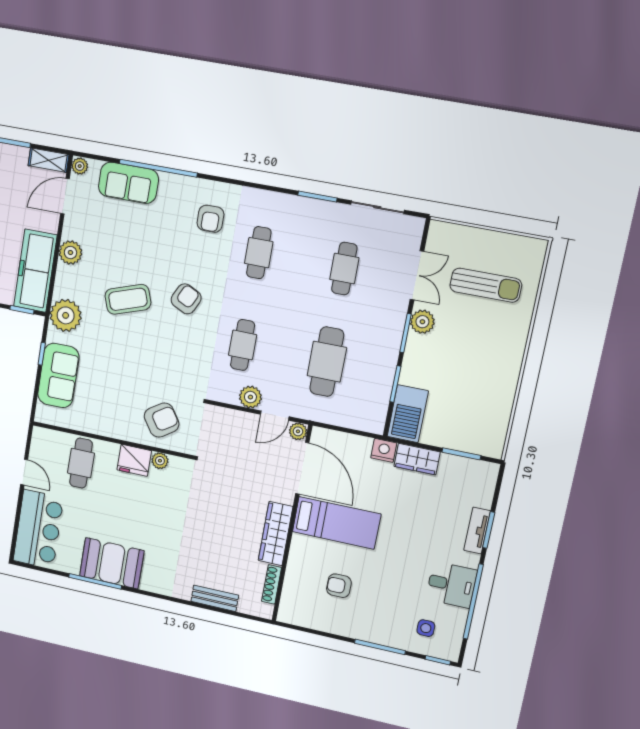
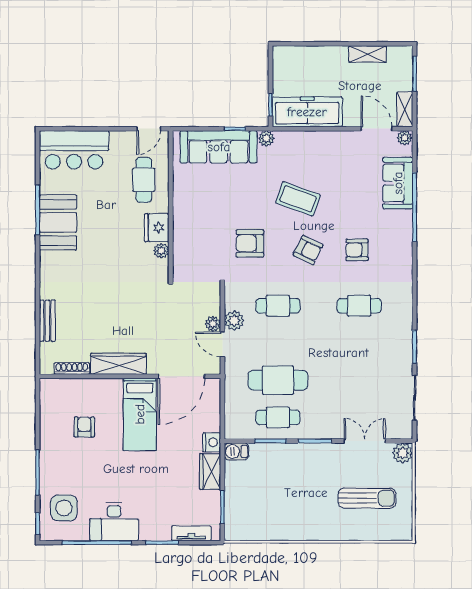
armchair: (210, 219) -> (357, 250), moved
plant: (70, 253) -> (329, 141), removed
cafe table: (344, 269) -> (278, 417), moved
double door: (417, 275) -> (365, 441), swing flipped
sun lounger: (486, 285) -> (367, 498), turned -90
coffee table: (128, 299) -> (298, 199), turned -51
plant: (66, 315) -> (266, 138), width x0.53, depth x0.53
plant: (422, 322) -> (403, 453), moved
sofa: (58, 376) -> (219, 147), width x1.36
barbecue: (408, 414) -> (236, 452), width x0.53, depth x0.65
armchair: (162, 420) -> (250, 243), moved, turned 124
plant: (298, 431) -> (213, 324), moved
cafe table: (81, 463) -> (144, 180), turned 90
door: (24, 472) -> (149, 129), moved
tv unit: (477, 531) -> (191, 533), moved
desk: (452, 585) -> (114, 522), width x1.37
side table: (426, 628) -> (64, 508), width x1.87, depth x1.87

